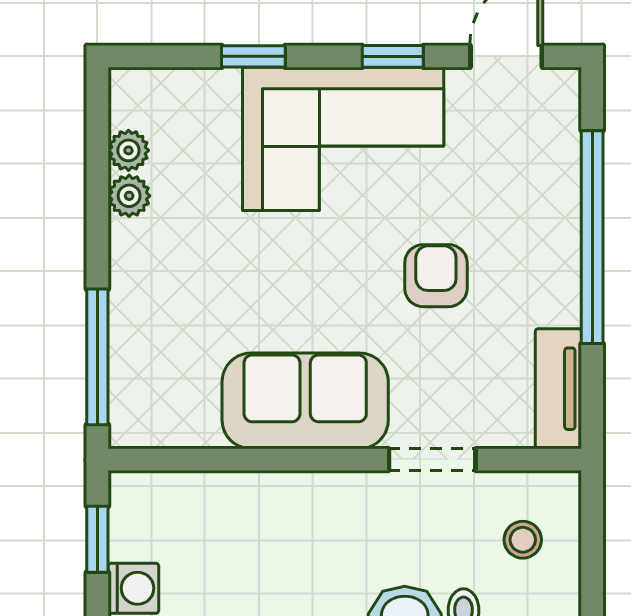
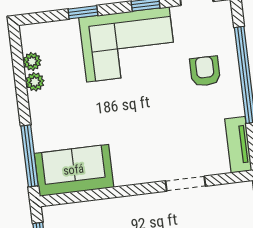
armchair: (436, 276) -> (205, 71), moved
sofa: (305, 401) -> (74, 170), moved
stool: (523, 540) -> (231, 215), removed

